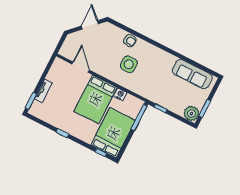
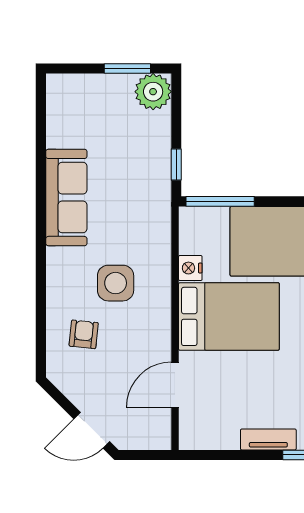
door: (90, 25) -> (92, 430), moved
armchair: (130, 41) -> (84, 334), moved
sofa: (192, 74) -> (66, 197), moved

